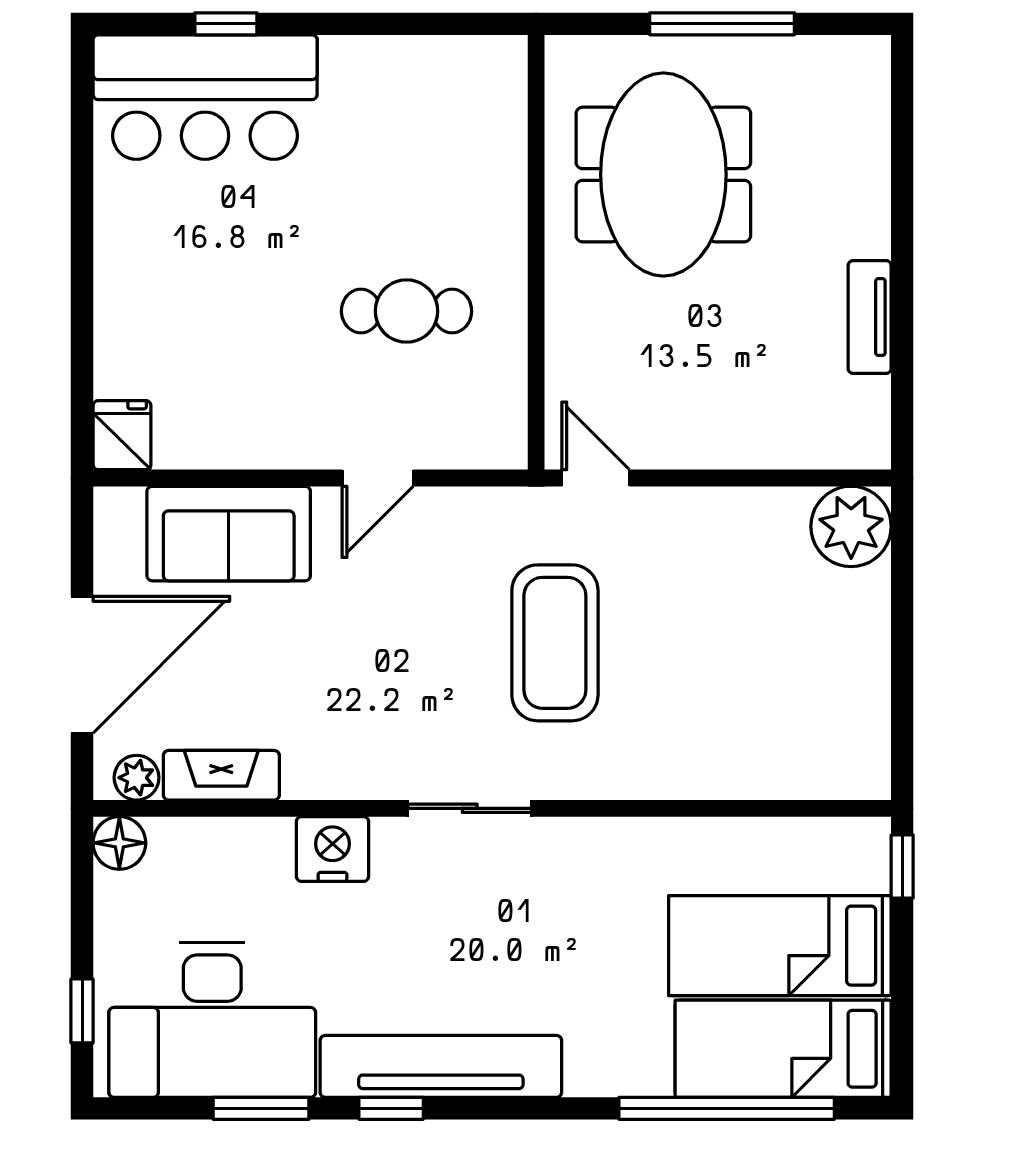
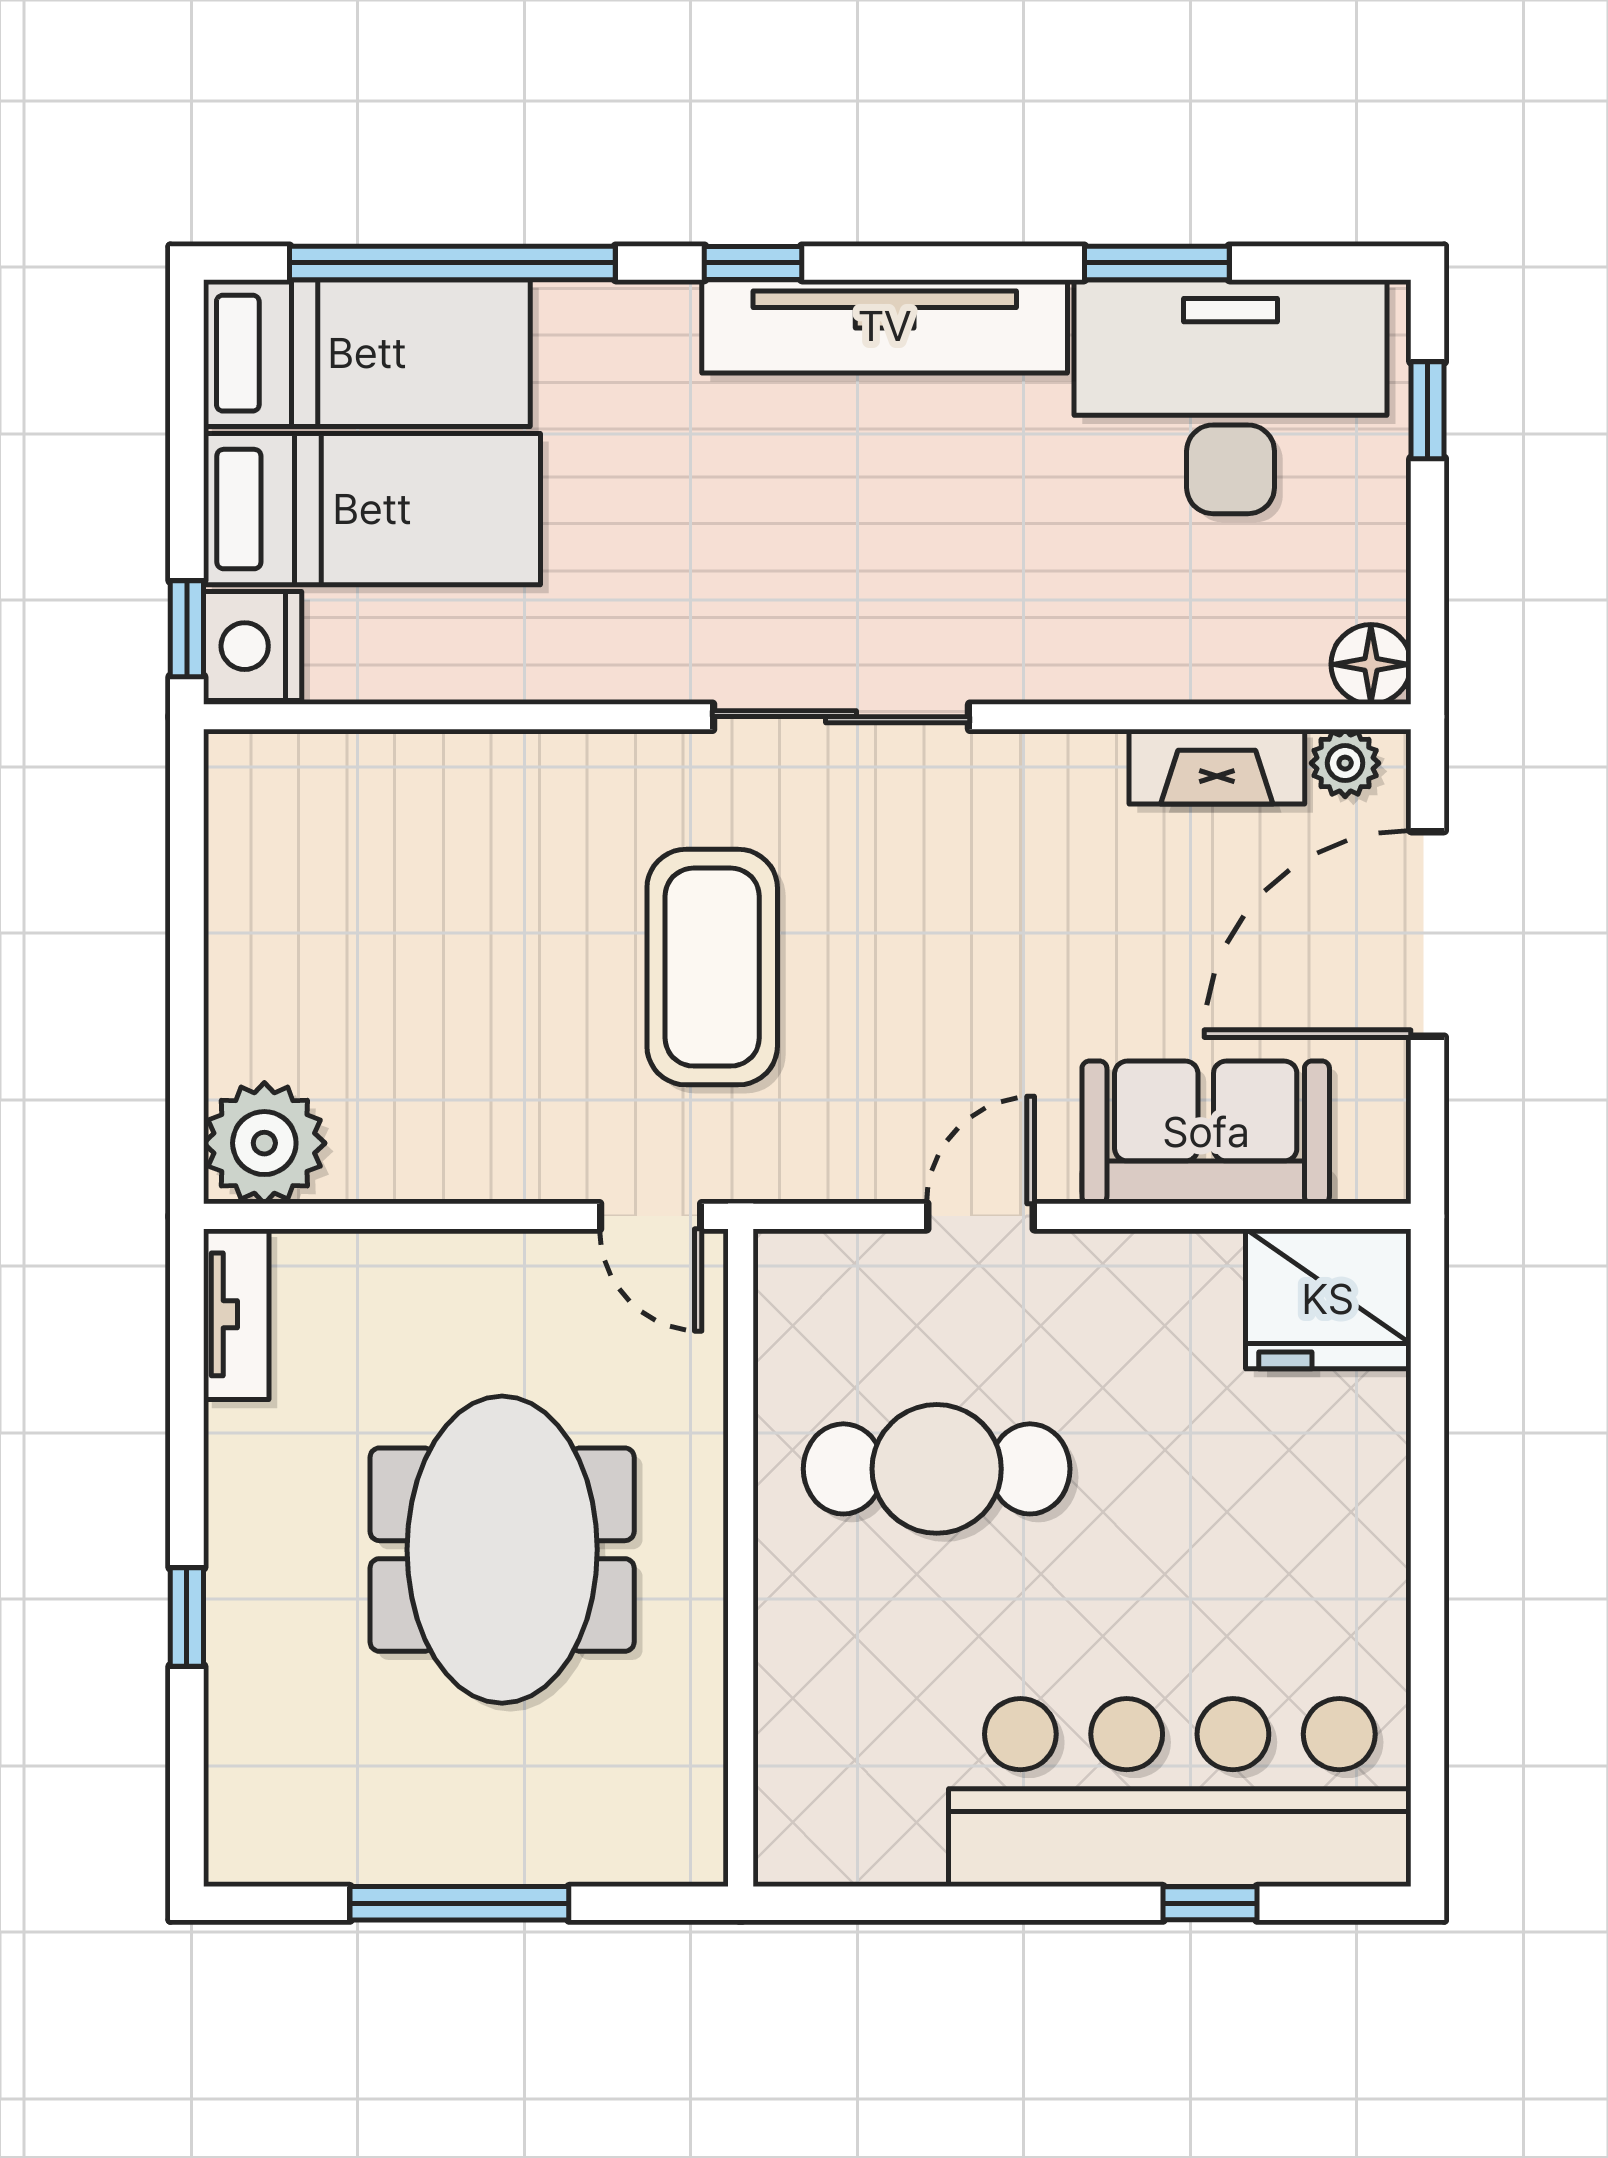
bar counter: (205, 97) -> (1180, 1793), width x1.36
meeting table: (663, 175) -> (502, 1550), moved
window: (902, 213) -> (187, 1617), added
cafe table: (407, 311) -> (937, 1469), width x1.37, depth x1.35
tv unit: (870, 317) -> (236, 1314), moved
fridge: (122, 435) -> (1328, 1299), width x1.88, depth x1.34
sliding door: (470, 808) -> (841, 717), width x1.37
nightstand: (333, 849) -> (253, 646), moved, turned 90
window: (391, 1108) -> (753, 263), moved

